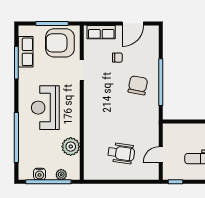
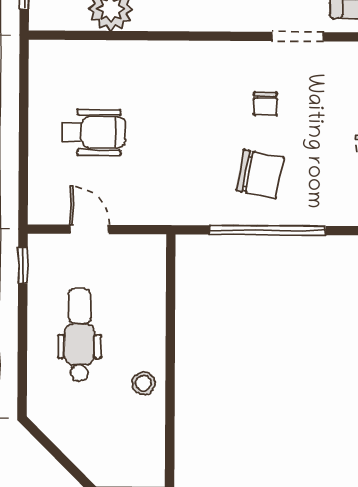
chair: (117, 58) -> (265, 104), moved
wheelchair: (121, 153) -> (94, 132), turned -98

